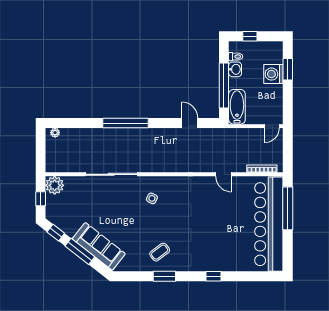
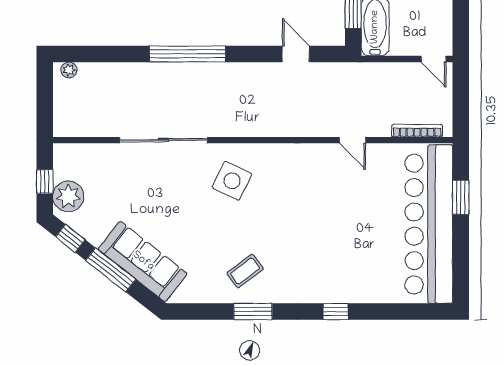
door: (272, 126) -> (434, 59), hinge flipped
plant: (55, 185) -> (68, 196), moved
side table: (152, 198) -> (232, 181), width x1.87, depth x1.87
window: (288, 208) -> (461, 197), width x0.47

